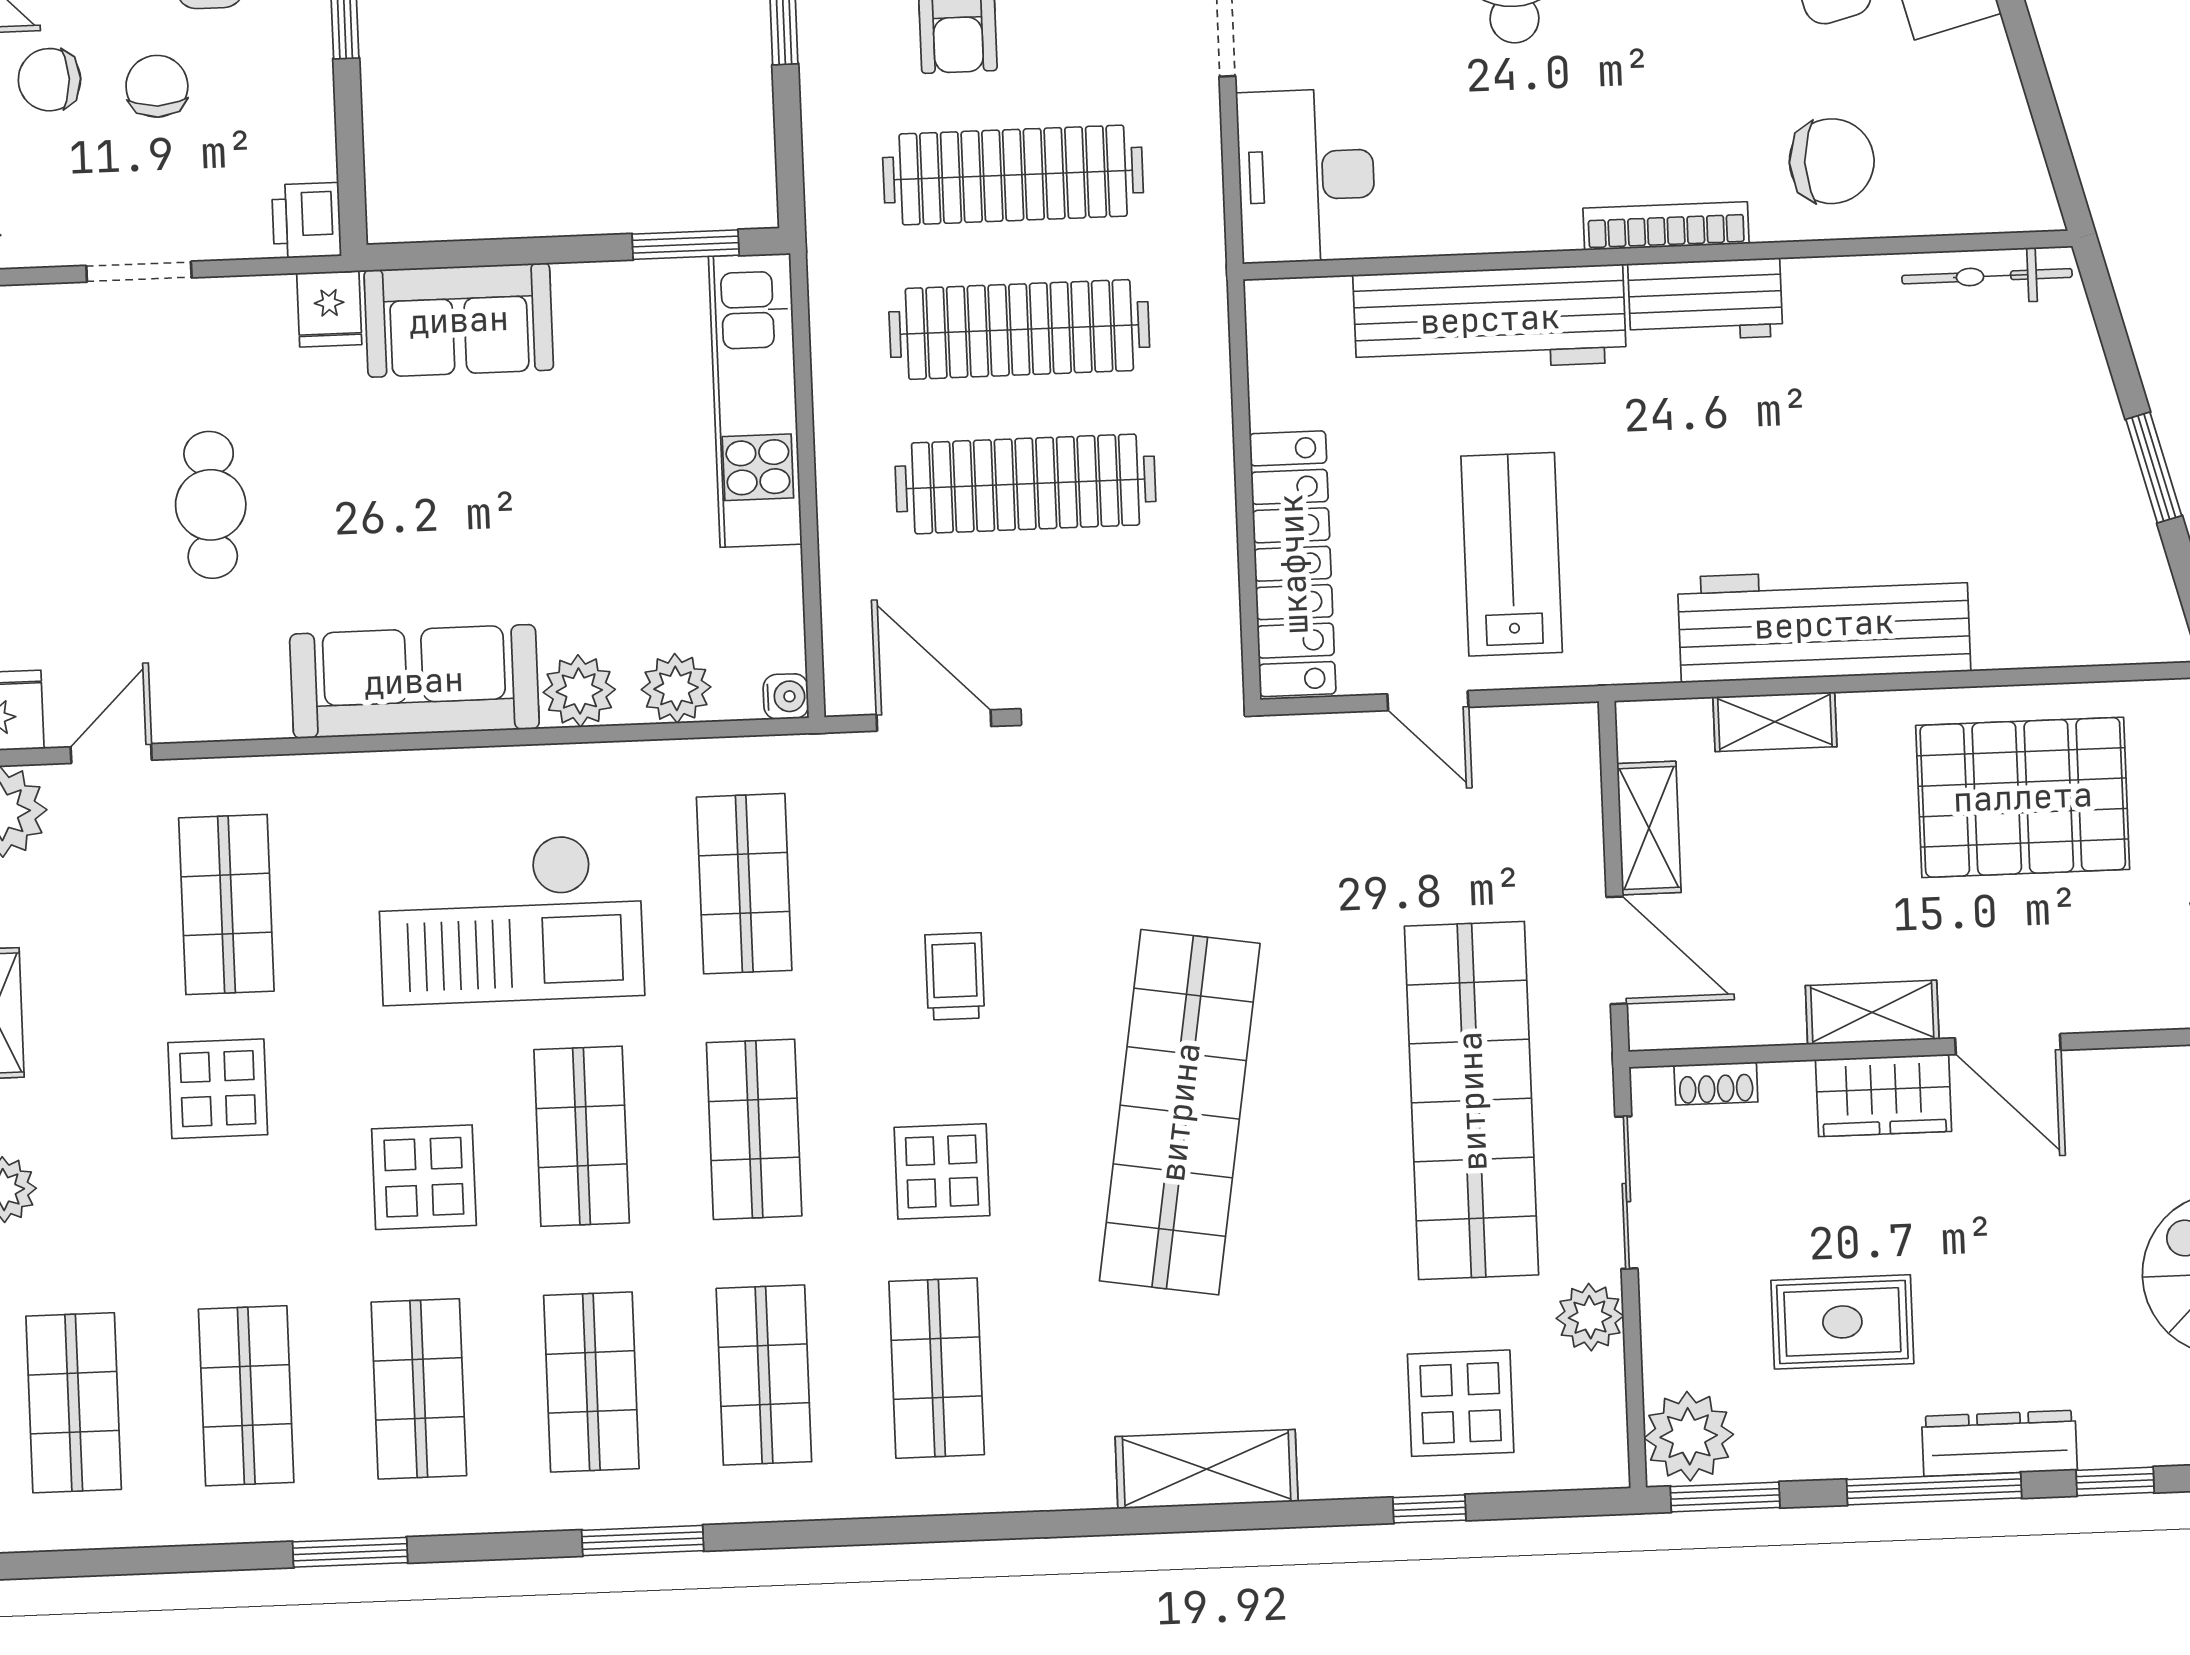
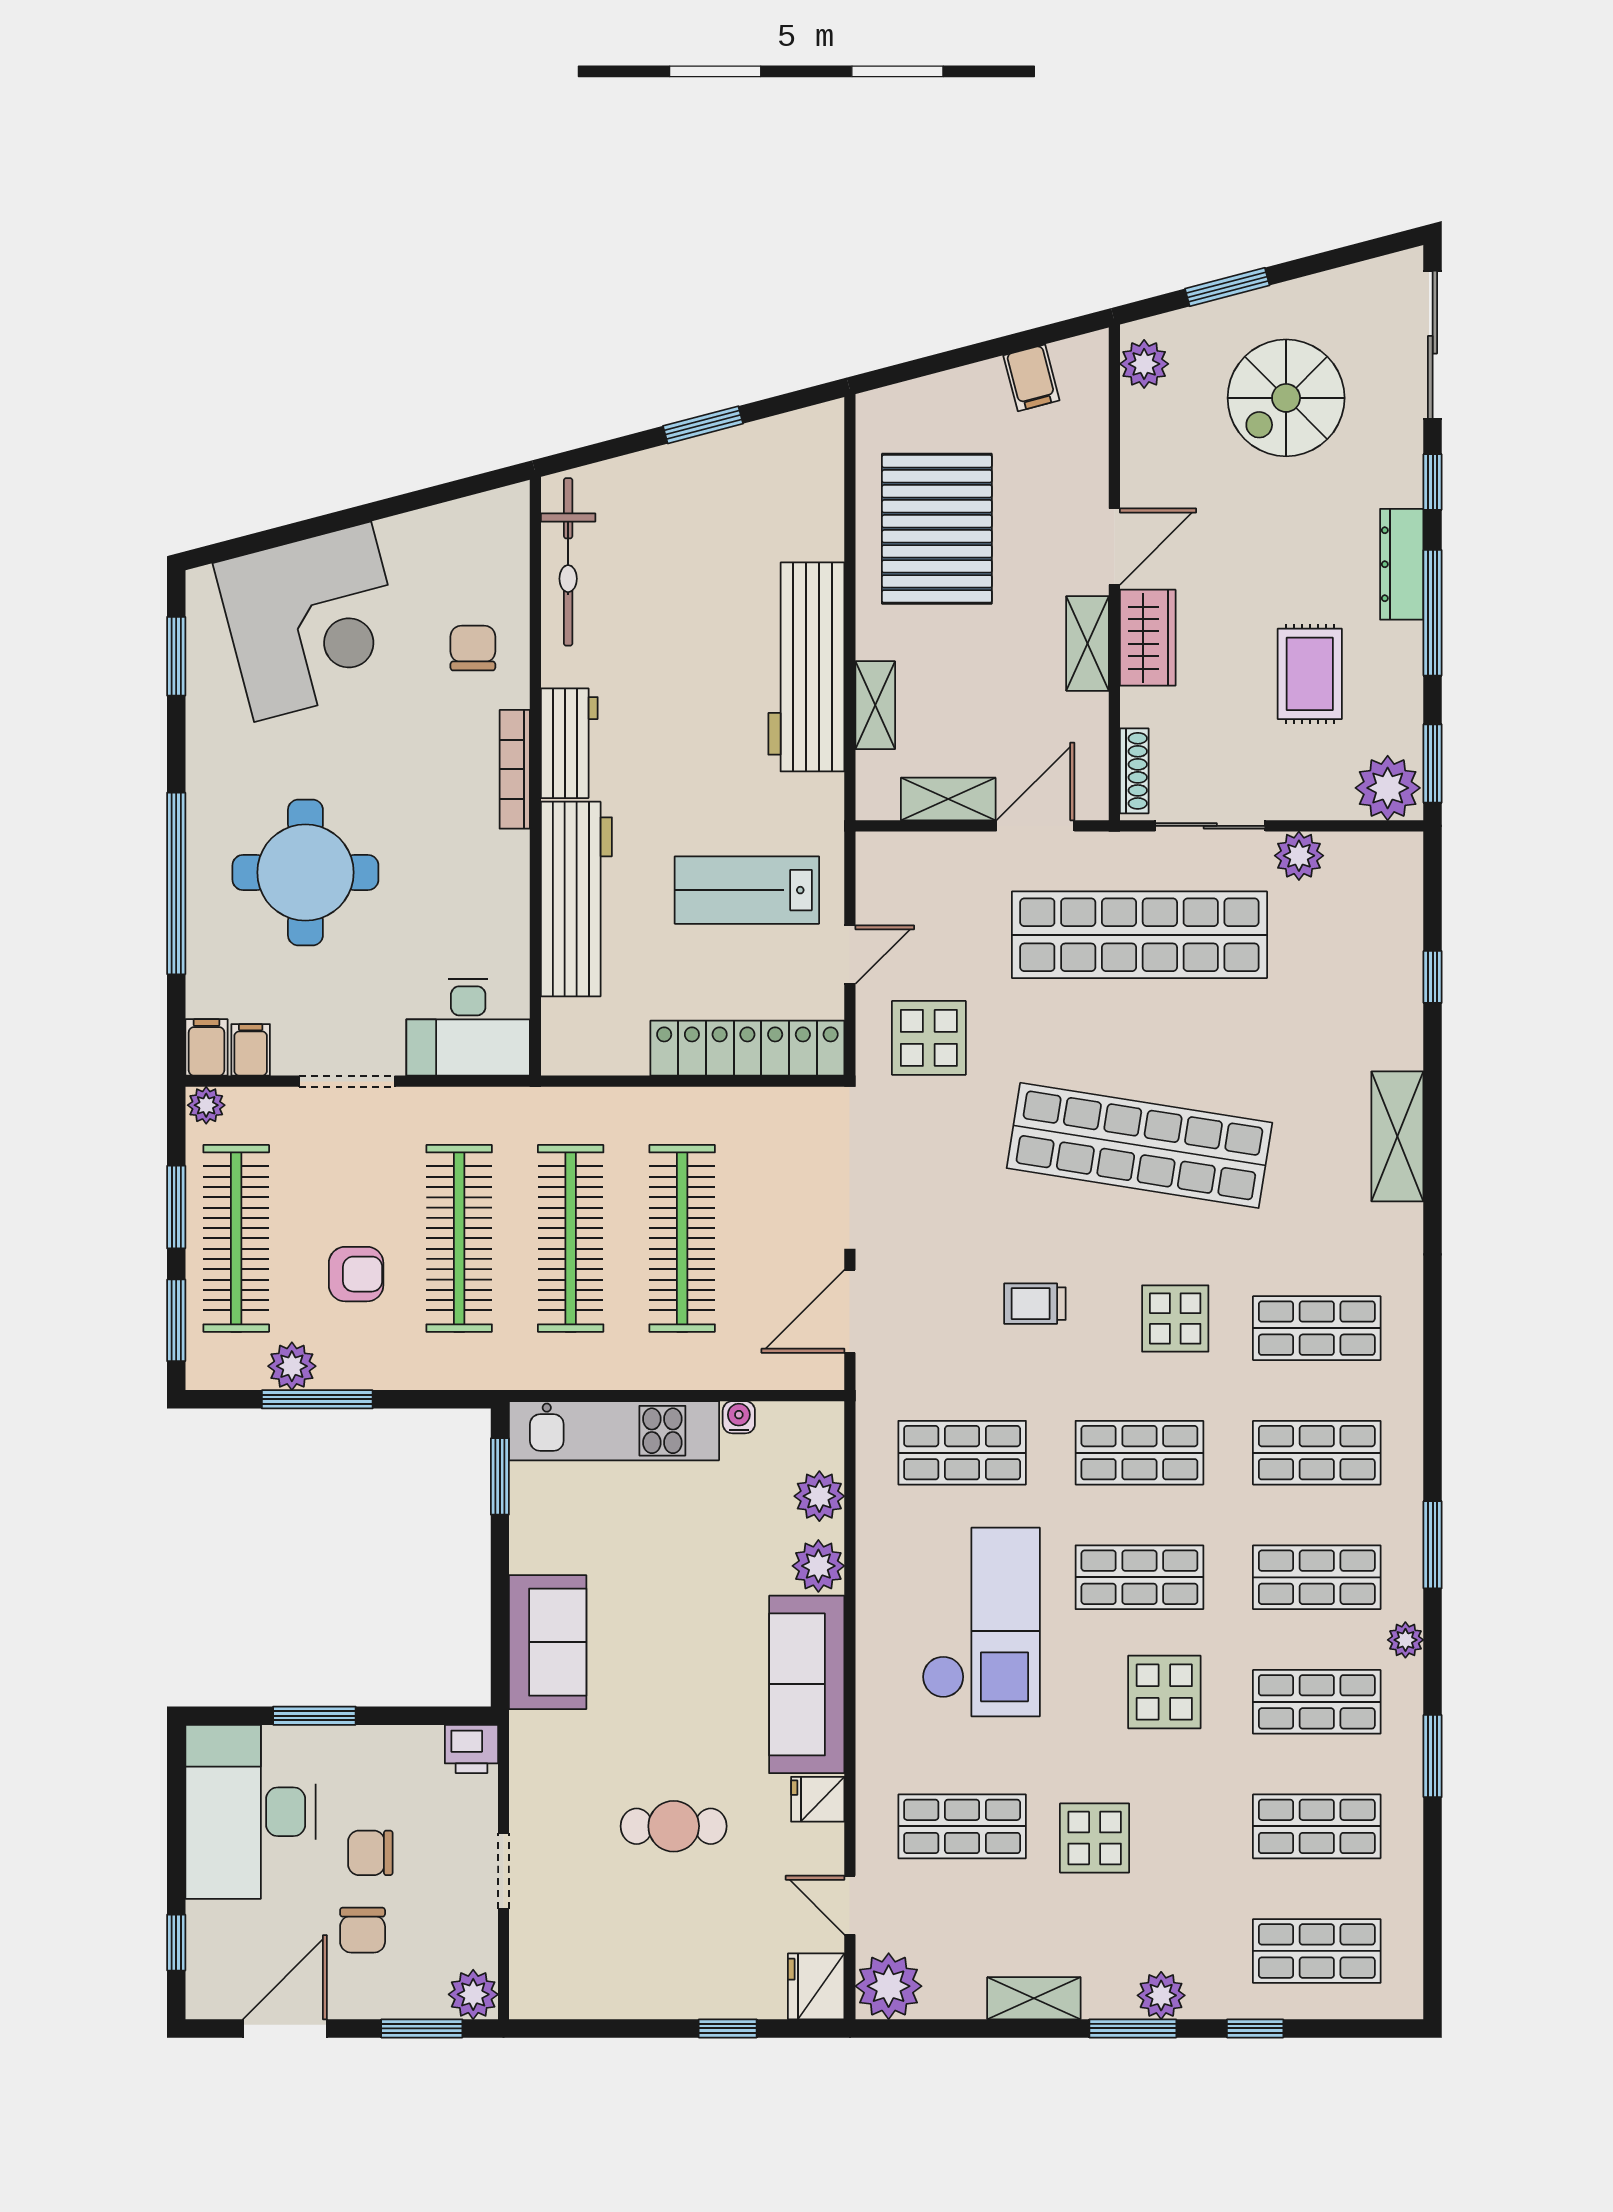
chair: (1832, 161) -> (473, 648), width x0.73, depth x0.73
bicycle: (1987, 276) -> (568, 562), width x1.37, depth x1.40
fridge: (329, 309) -> (818, 1799), moved, turned 180
water cooler: (786, 696) -> (739, 1417), moved
shoe rack: (1716, 1084) -> (1134, 771), width x1.43
display table: (1461, 1403) -> (929, 1038), moved
plant: (509, 1508) -> (1405, 1640), added

